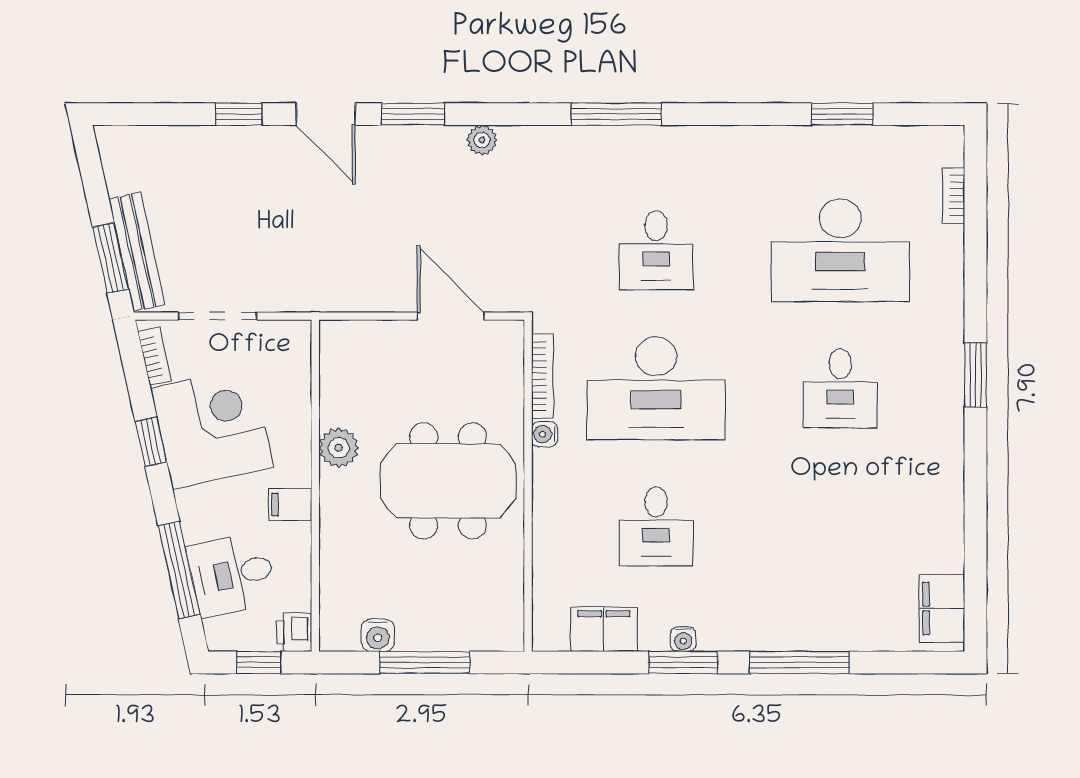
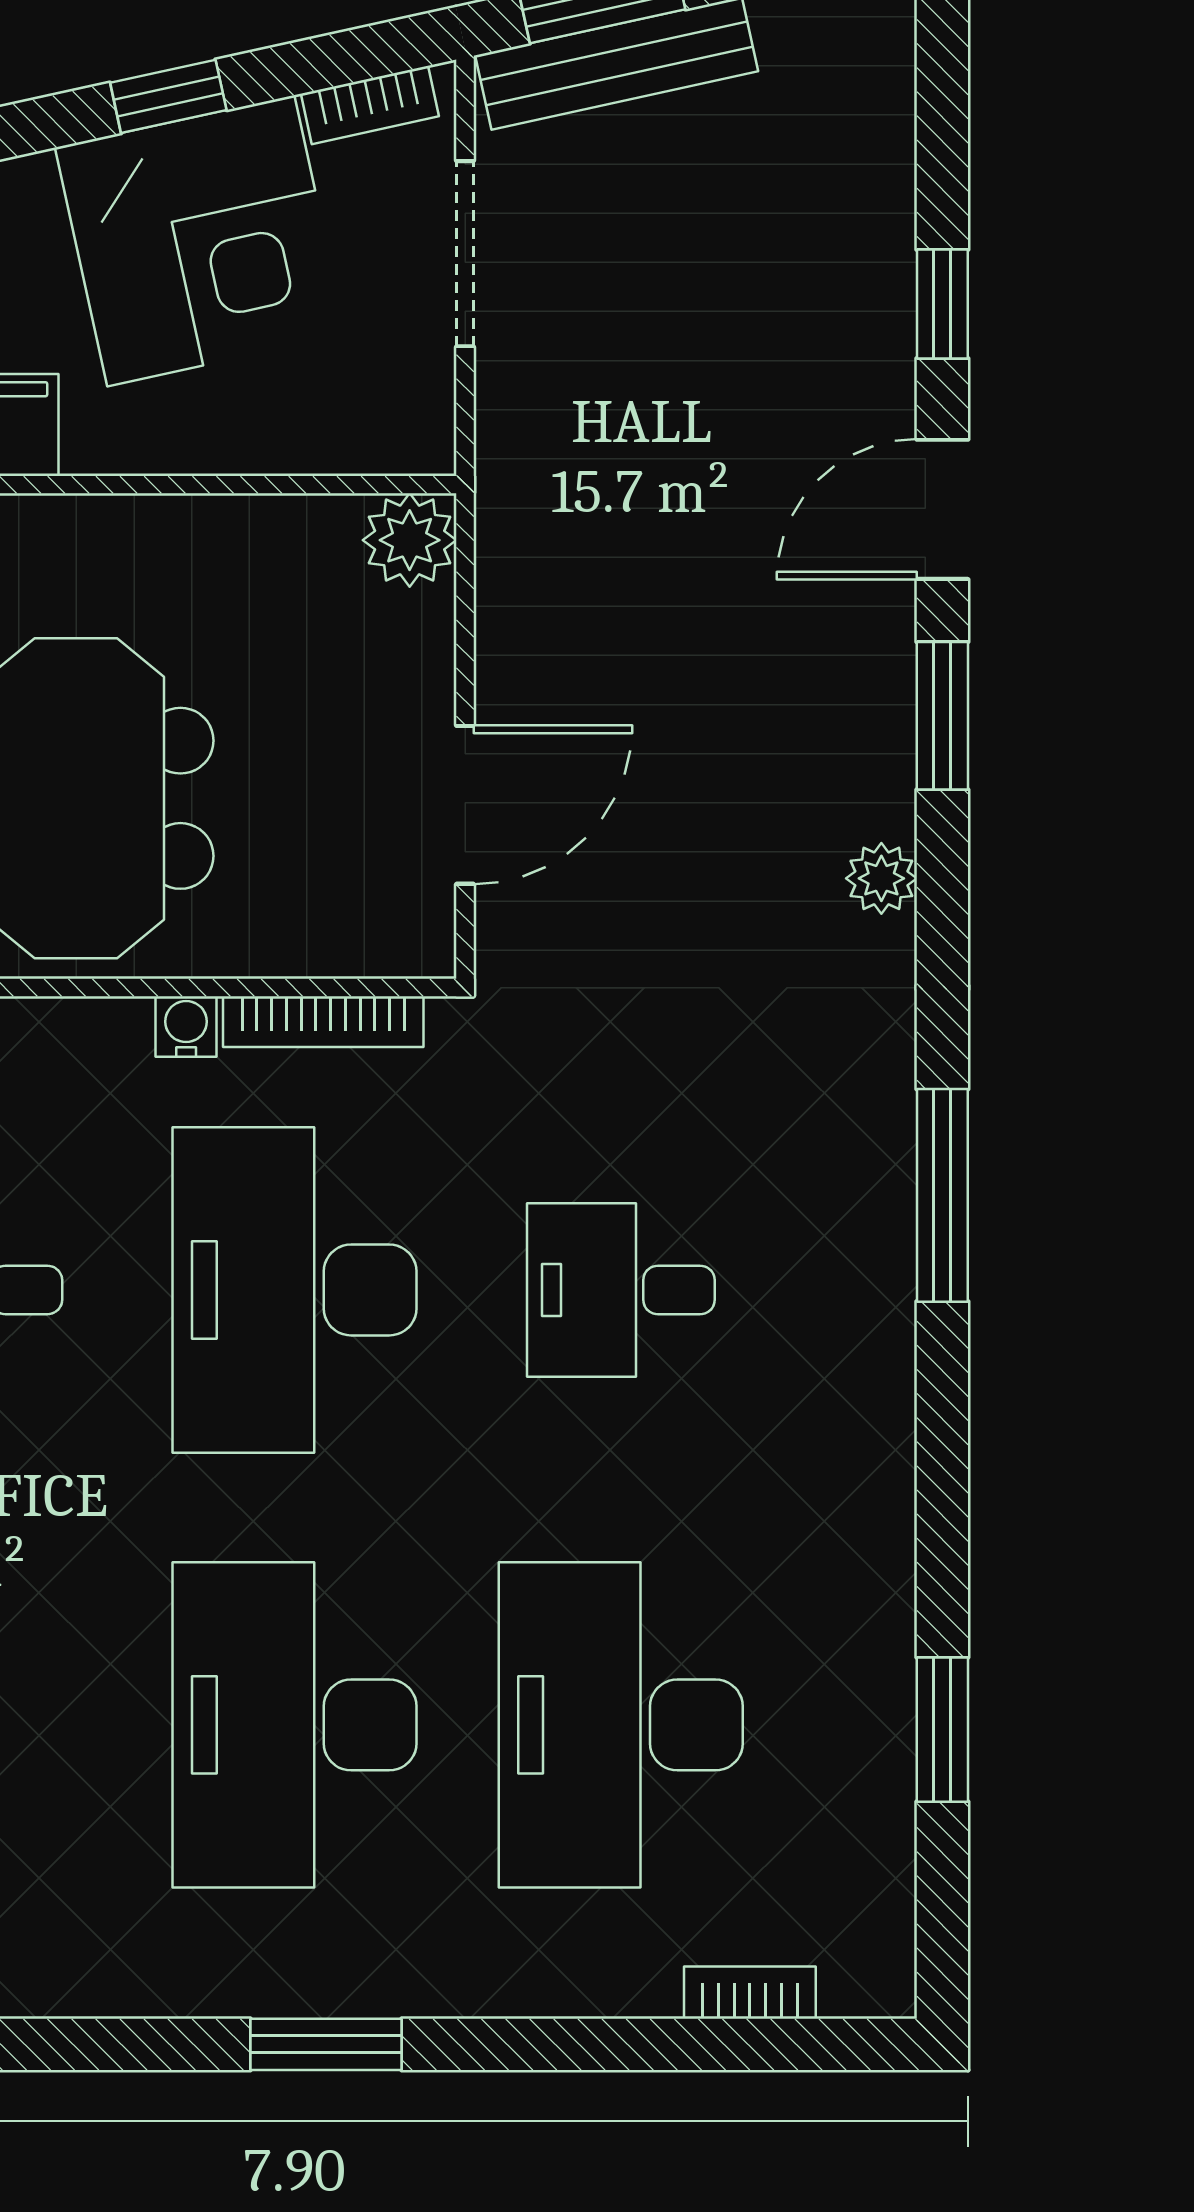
desk: (840, 388) -> (295, 1725), width x1.87, depth x1.30
plant: (339, 448) -> (410, 540), moved

